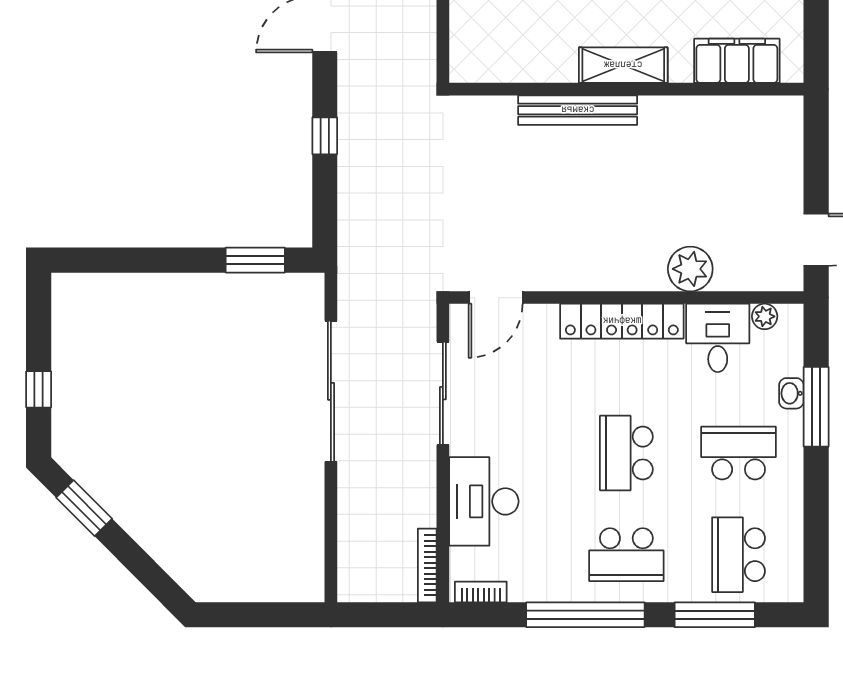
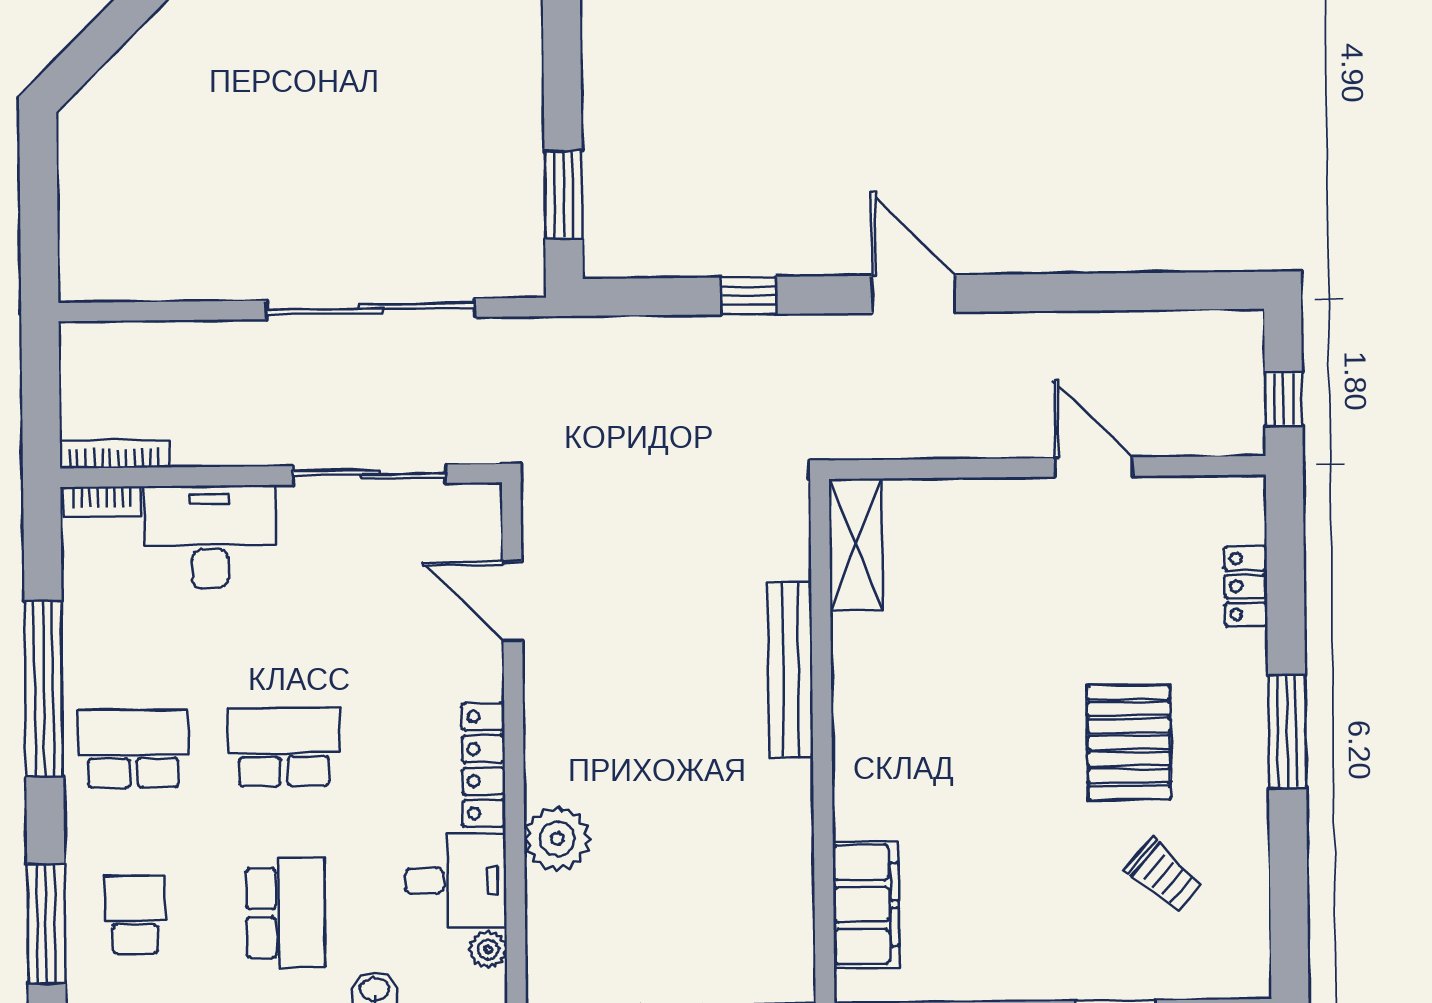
shelving: (623, 65) -> (856, 544), moved
door: (496, 298) -> (512, 601), moved
locker: (622, 321) -> (484, 765), width x0.71, depth x0.83
school desk: (626, 555) -> (133, 749), turned 90
school desk: (739, 555) -> (135, 915), width x0.54
bookcase: (481, 592) -> (102, 502), moved, turned 90
window: (715, 615) -> (46, 923), moved

